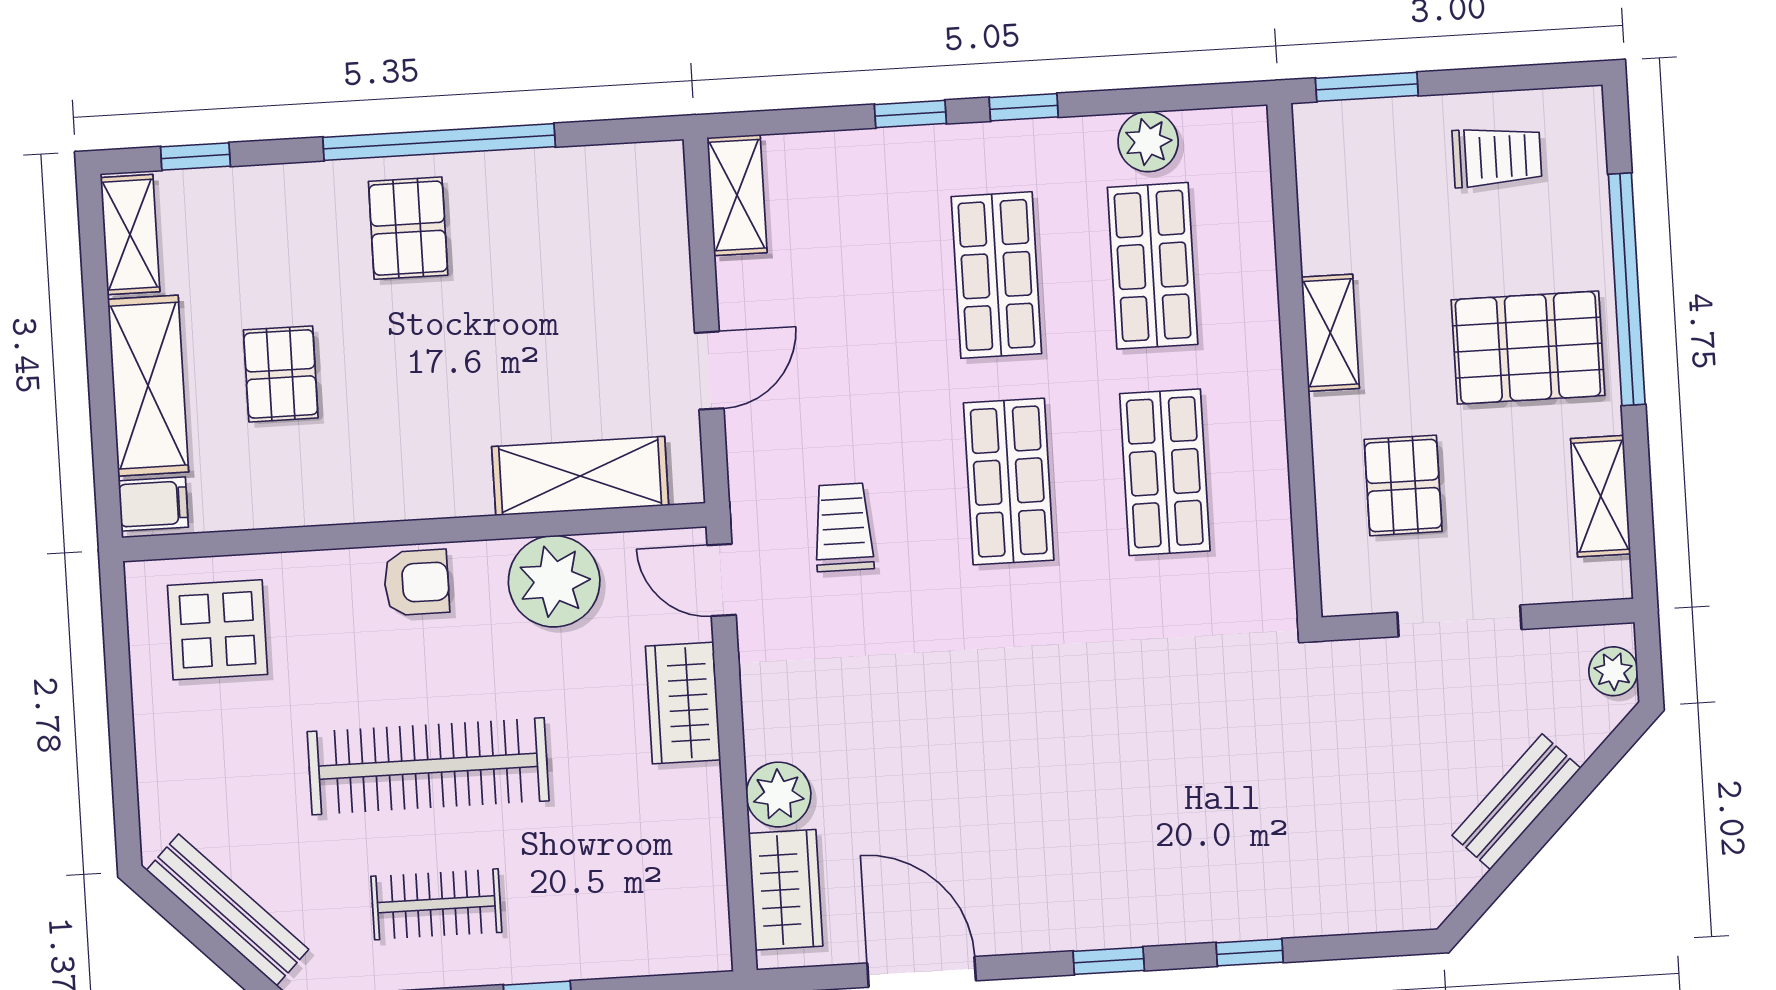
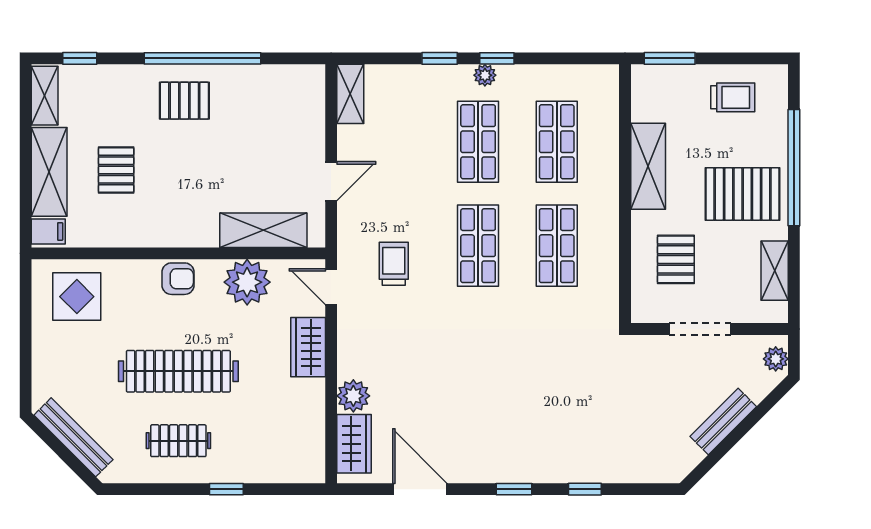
plant: (1148, 142) -> (485, 75), moved, width x0.73, depth x0.73
pallet: (408, 228) -> (184, 101), turned 90
shelving: (1330, 333) -> (648, 166), width x1.50, depth x1.33

